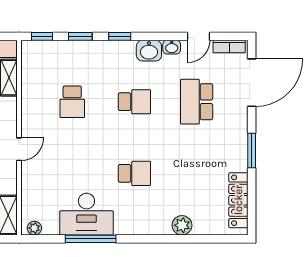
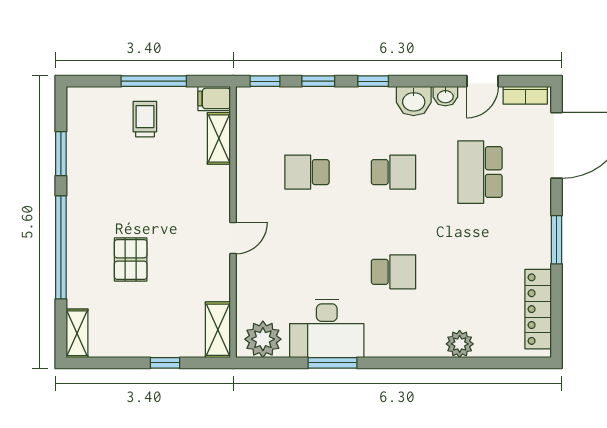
school desk: (72, 102) -> (307, 172), turned 90
plant: (34, 228) -> (263, 339), width x1.88, depth x1.88
window: (91, 239) -> (333, 363), width x0.69

